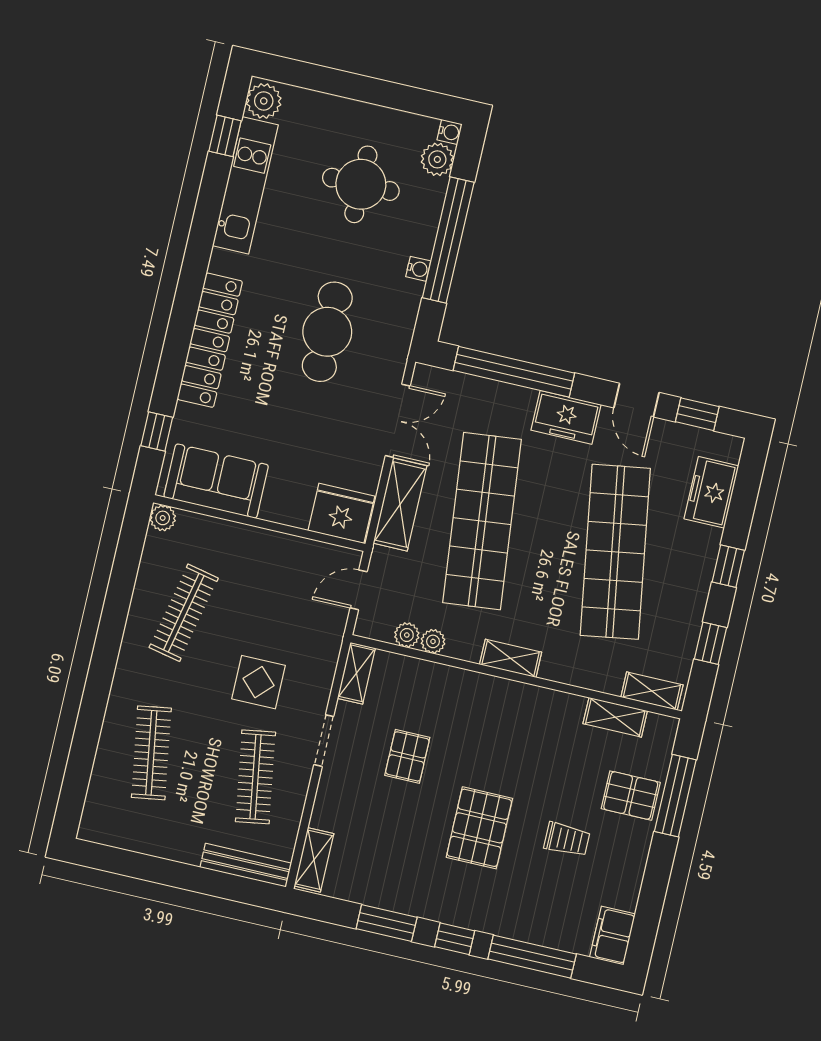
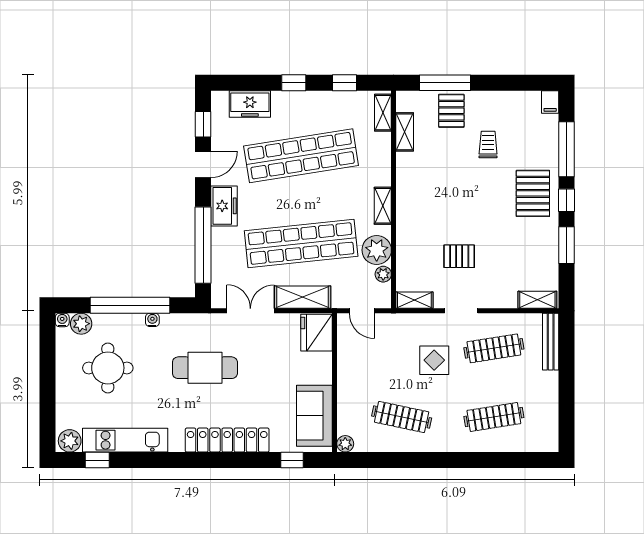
plant: (433, 641) -> (377, 250), width x1.87, depth x1.87
pallet: (479, 828) -> (533, 193), moved, turned 90
filing cabinet: (612, 936) -> (550, 102), width x0.50

